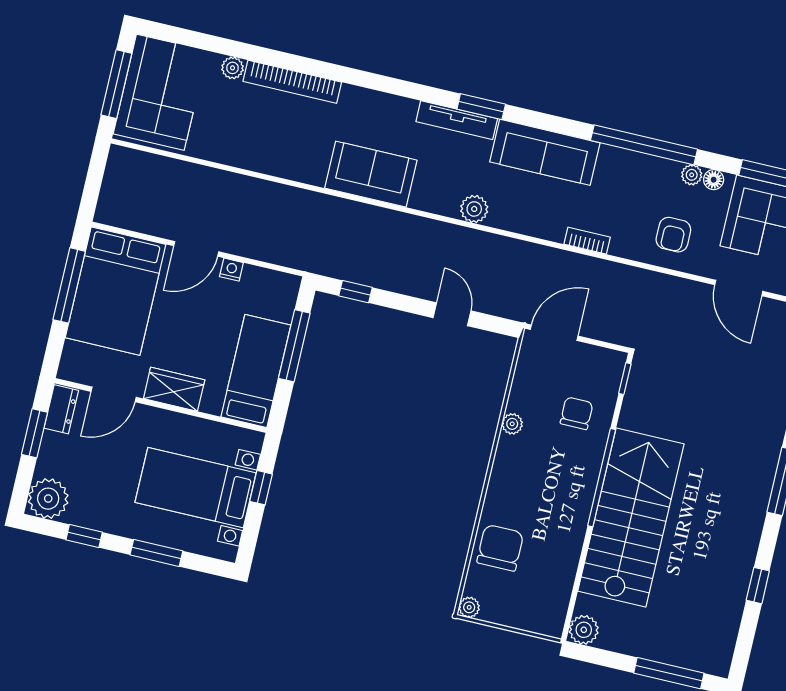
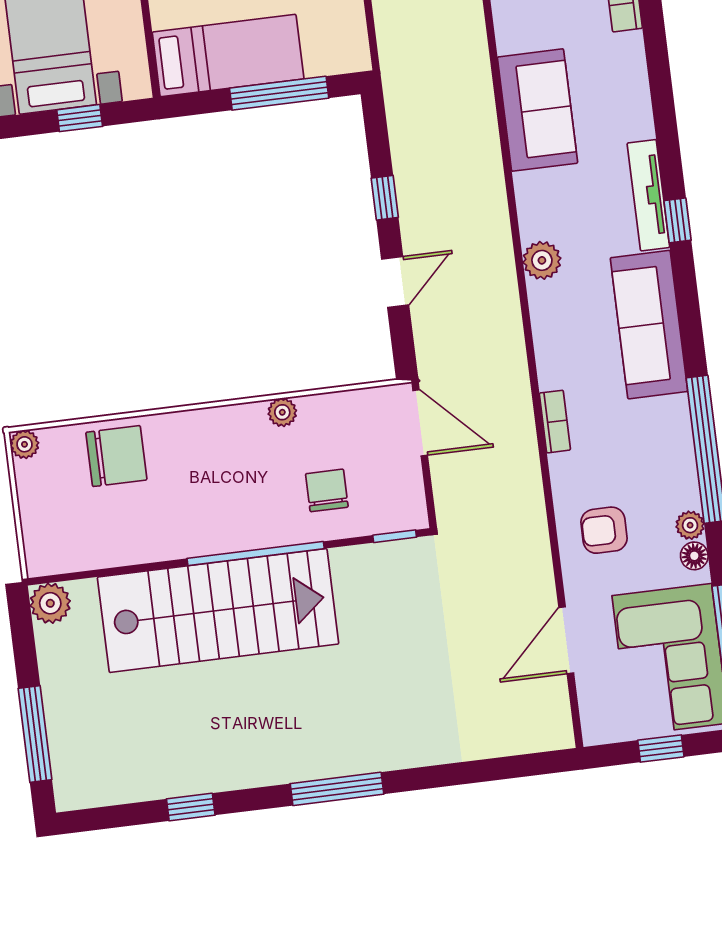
window: (481, 107) -> (678, 220), width x0.67
window: (355, 292) -> (385, 198), moved
chair: (577, 413) -> (327, 490), turned -90

